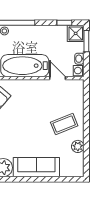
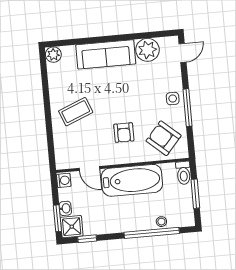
washbasin: (79, 59) -> (65, 208), moved
armchair: (28, 104) -> (124, 133), added
plant: (78, 146) -> (53, 55), moved

